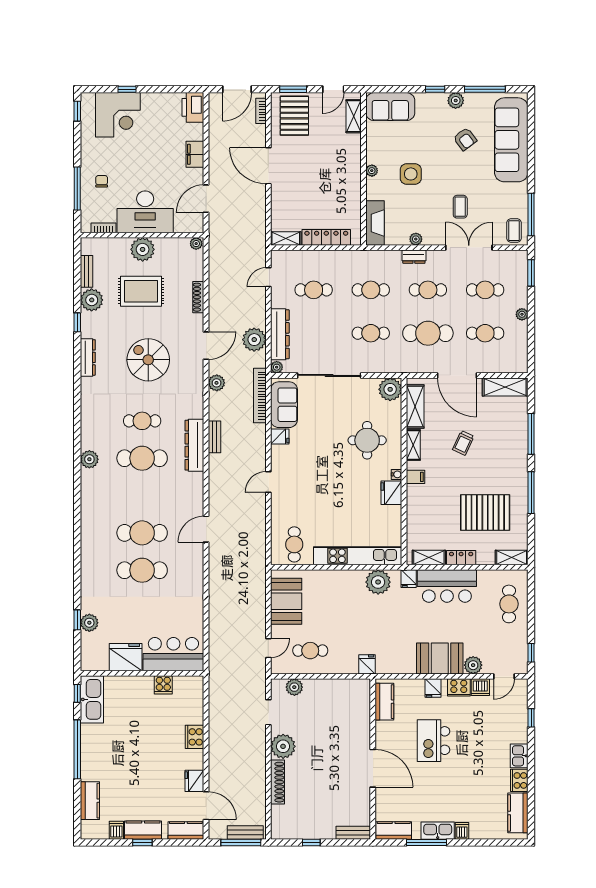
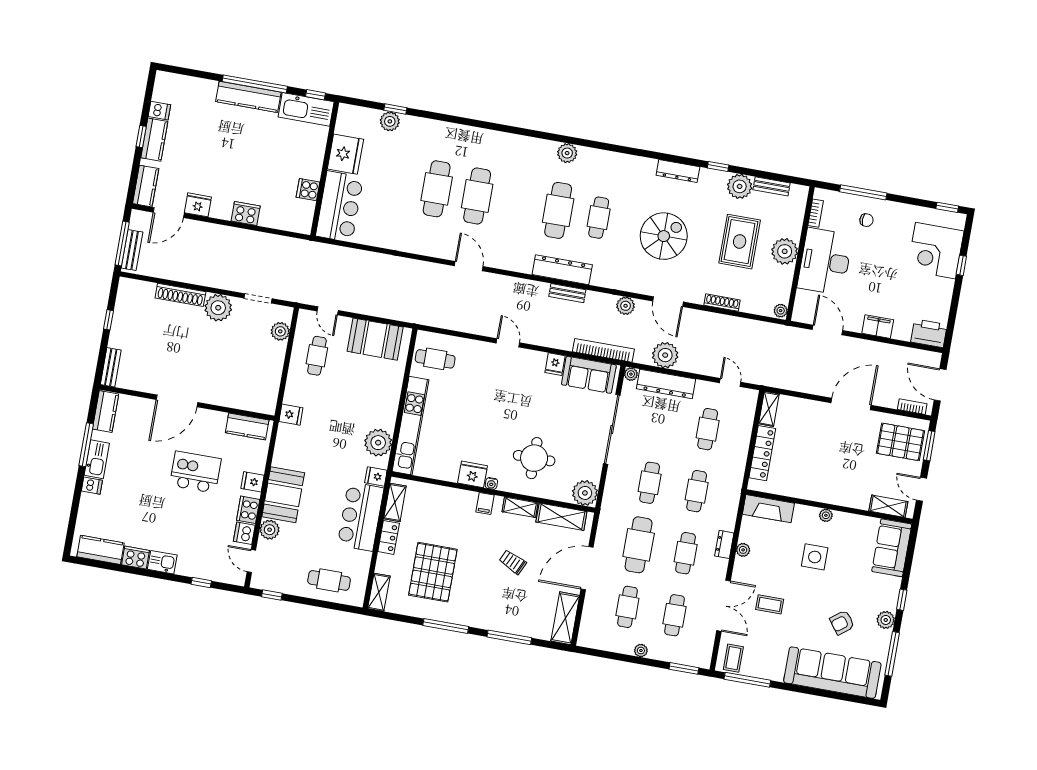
coffee table: (514, 231) -> (733, 658), turned 90
kitchen counter: (90, 801) -> (248, 97), moved, width x1.50

